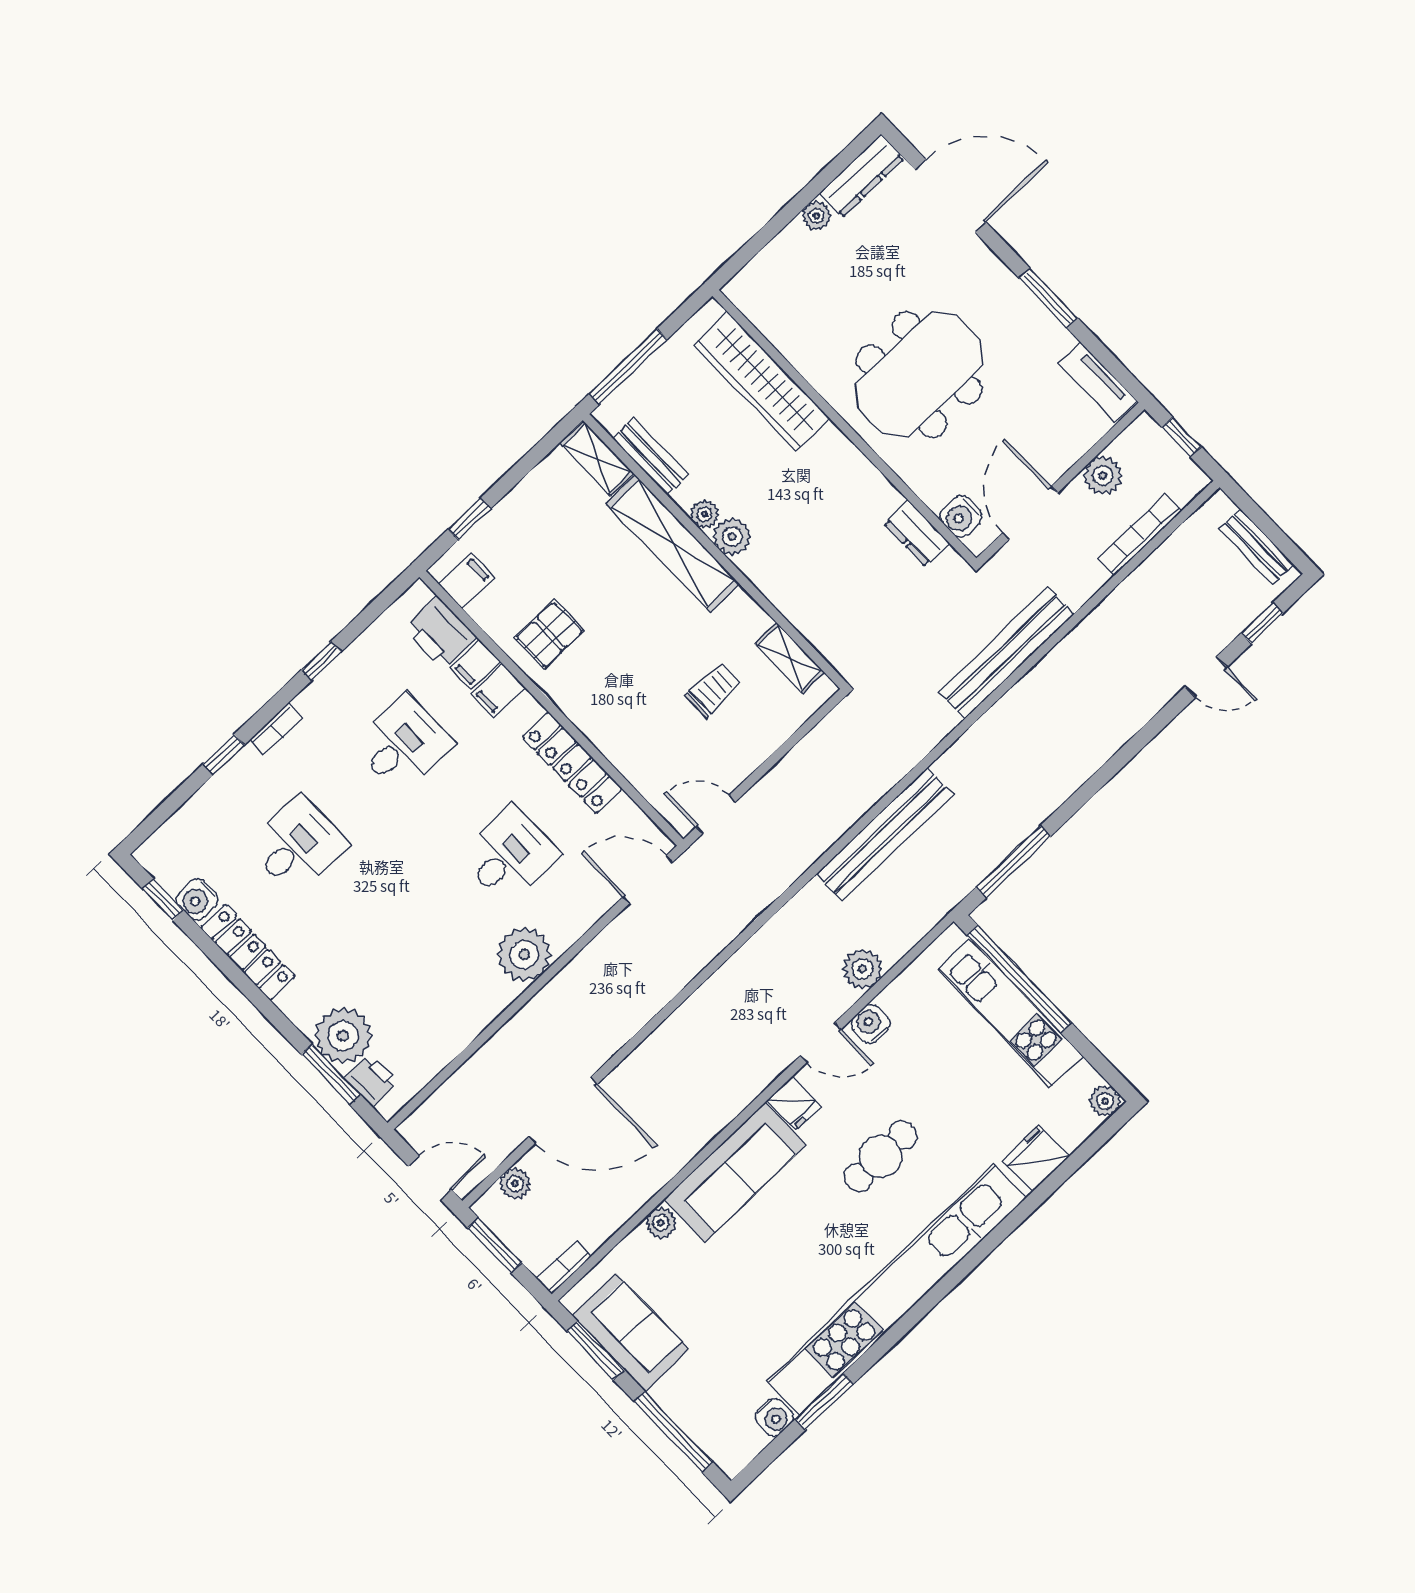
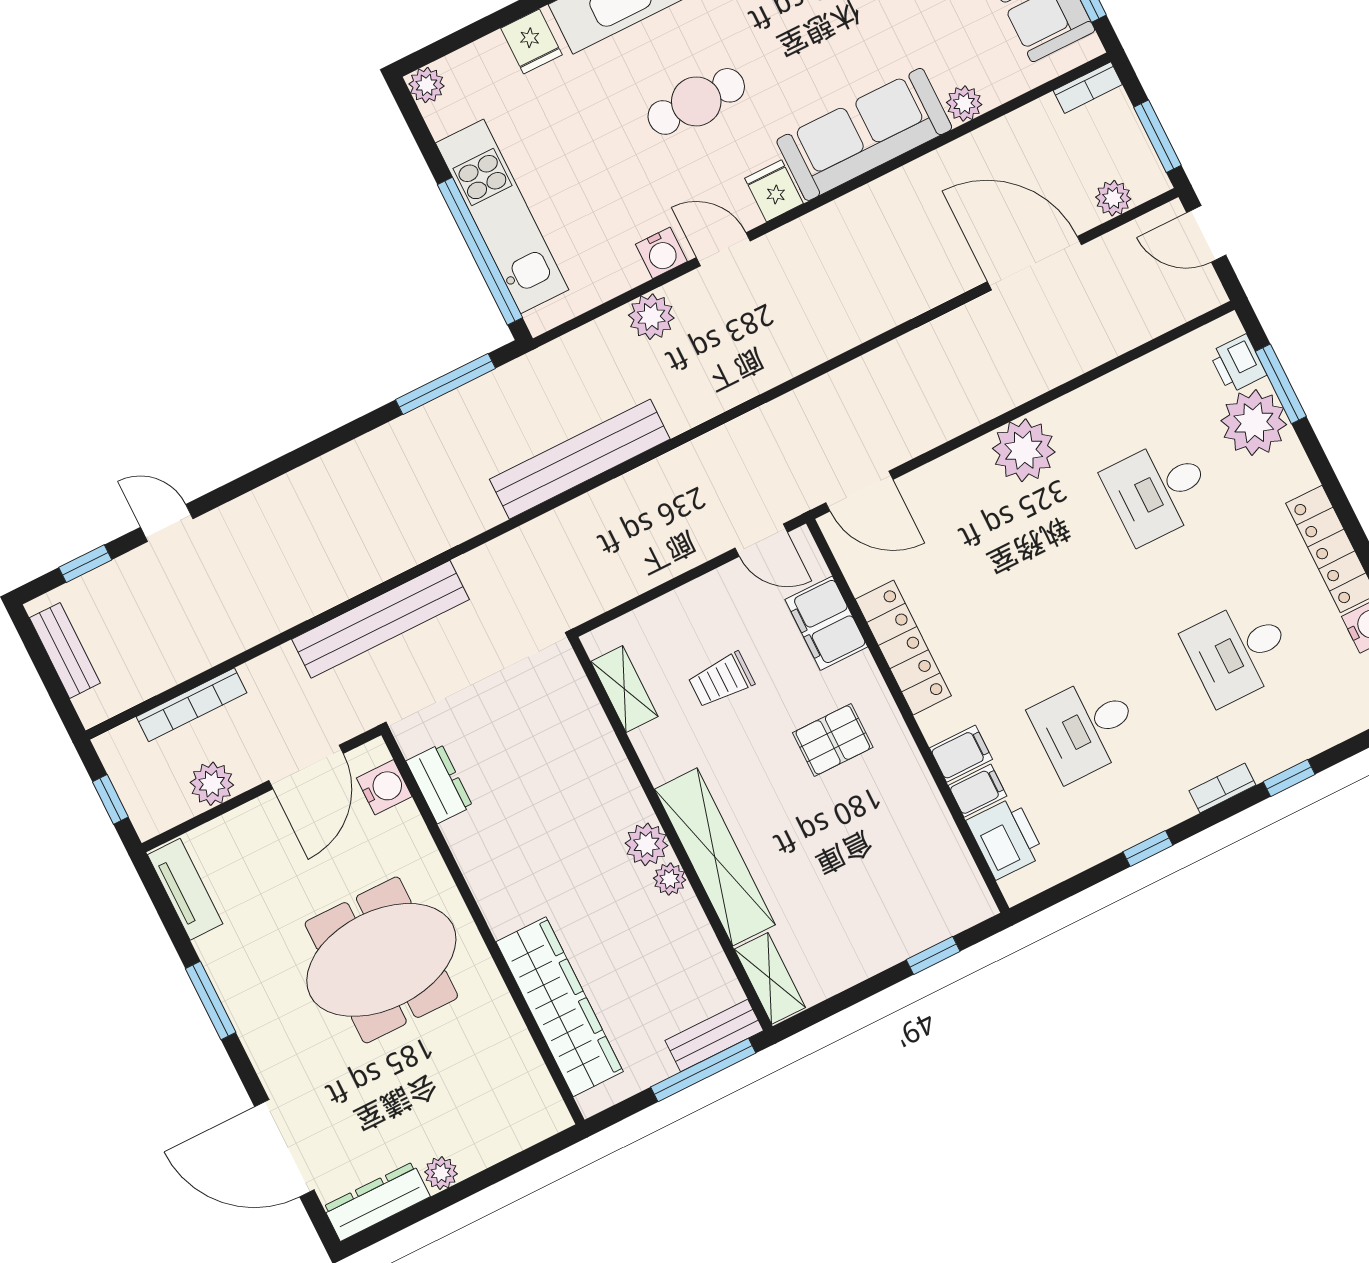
bench: (651, 456) -> (714, 1036), moved, turned 90
filing cabinet: (467, 581) -> (826, 623), moved, width x2.00
pallet: (550, 635) -> (833, 740), moved
desk: (509, 855) -> (1158, 490), moved
fridge: (1036, 1159) -> (532, 41), width x0.72

